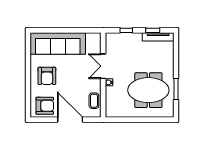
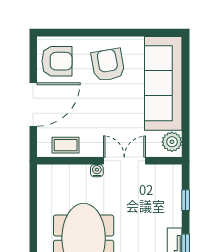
plant: (92, 38) -> (172, 142), added
armchair: (47, 76) -> (108, 65), turned 80
armchair: (45, 106) -> (57, 61), turned -90

